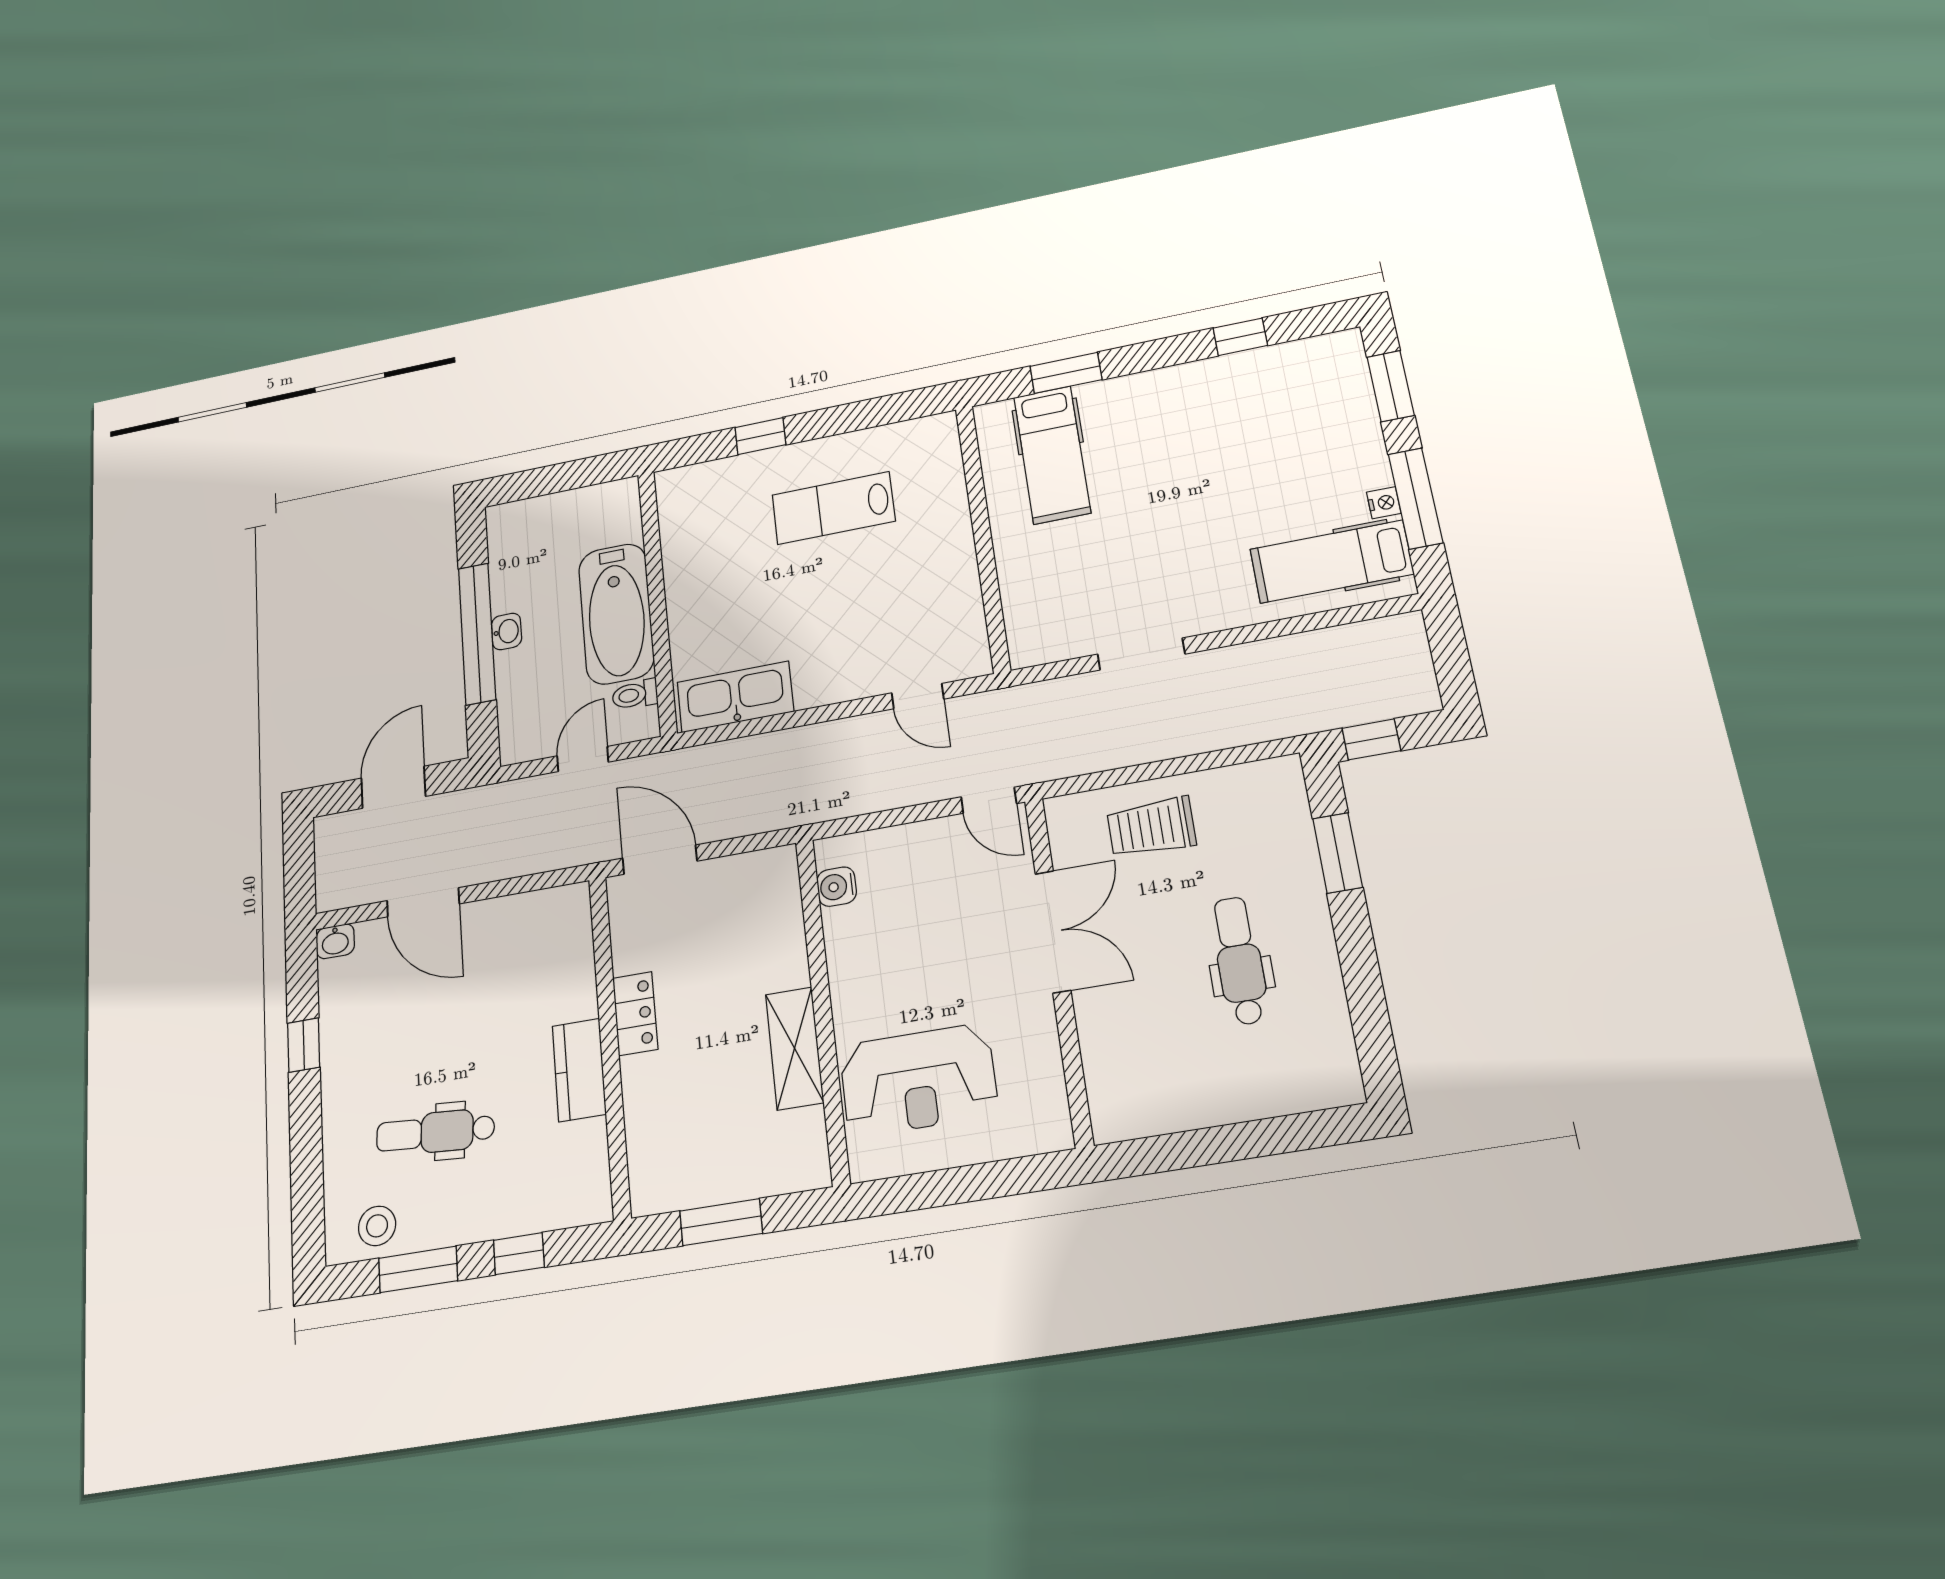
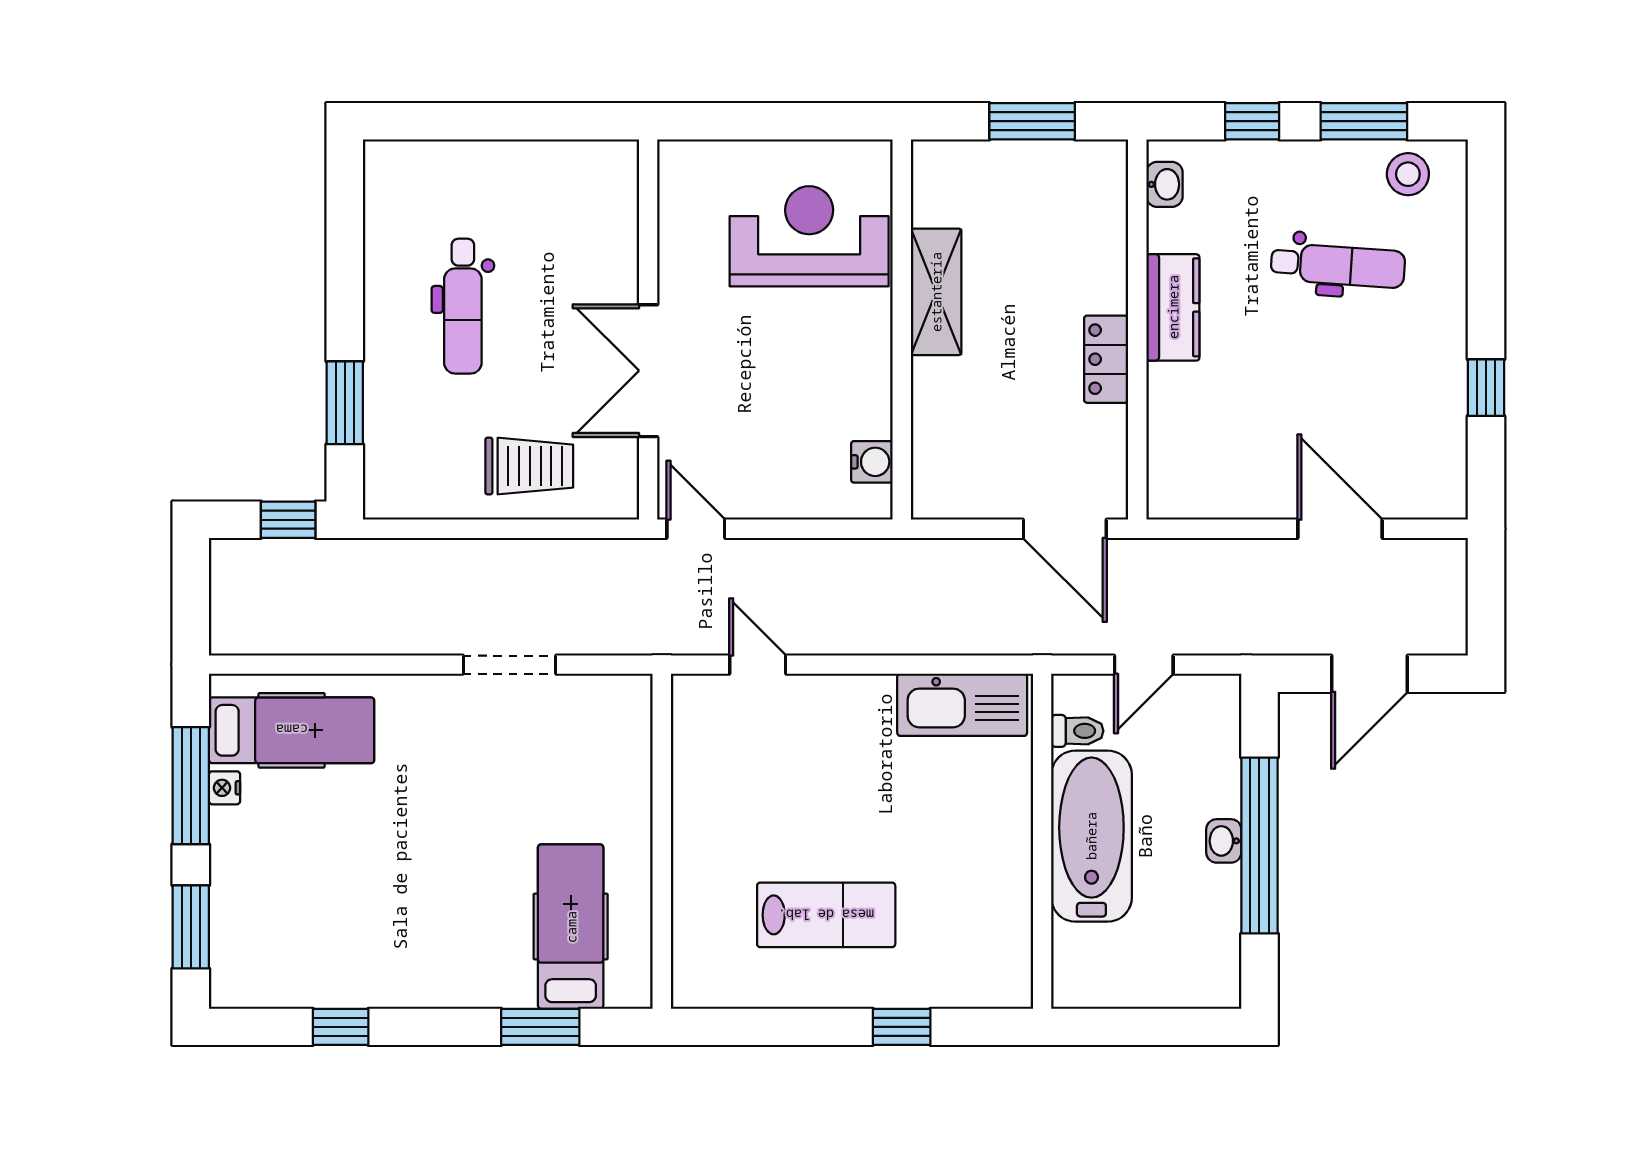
washbasin: (335, 941) -> (1164, 184), moved, turned 90

